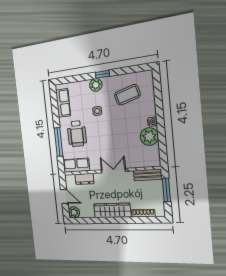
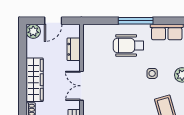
window: (58, 142) -> (136, 21), moved
row of seats: (76, 165) -> (91, 41), removed
double door: (113, 171) -> (81, 86), swing flipped

